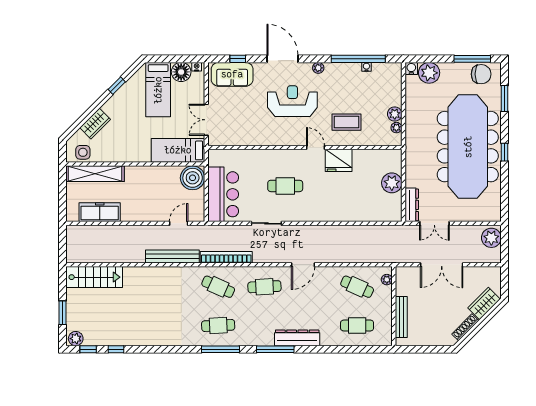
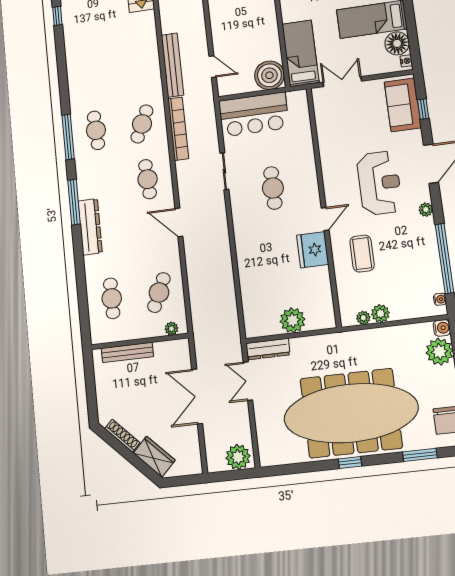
water cooler: (366, 67) -> (440, 299), moved

